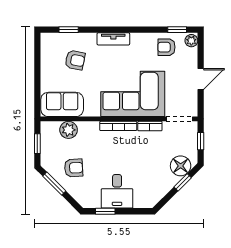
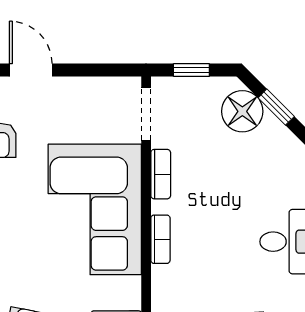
door: (201, 79) -> (31, 70), moved
bookcase: (118, 126) -> (160, 239), width x0.64

